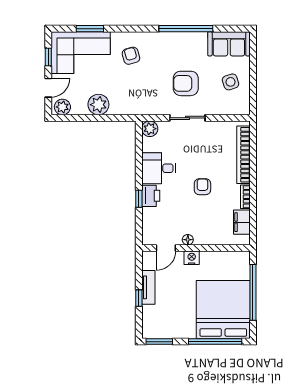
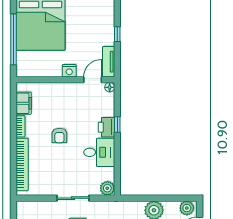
floor lamp: (188, 240) -> (110, 87), moved
tv unit: (148, 287) -> (109, 62), moved

